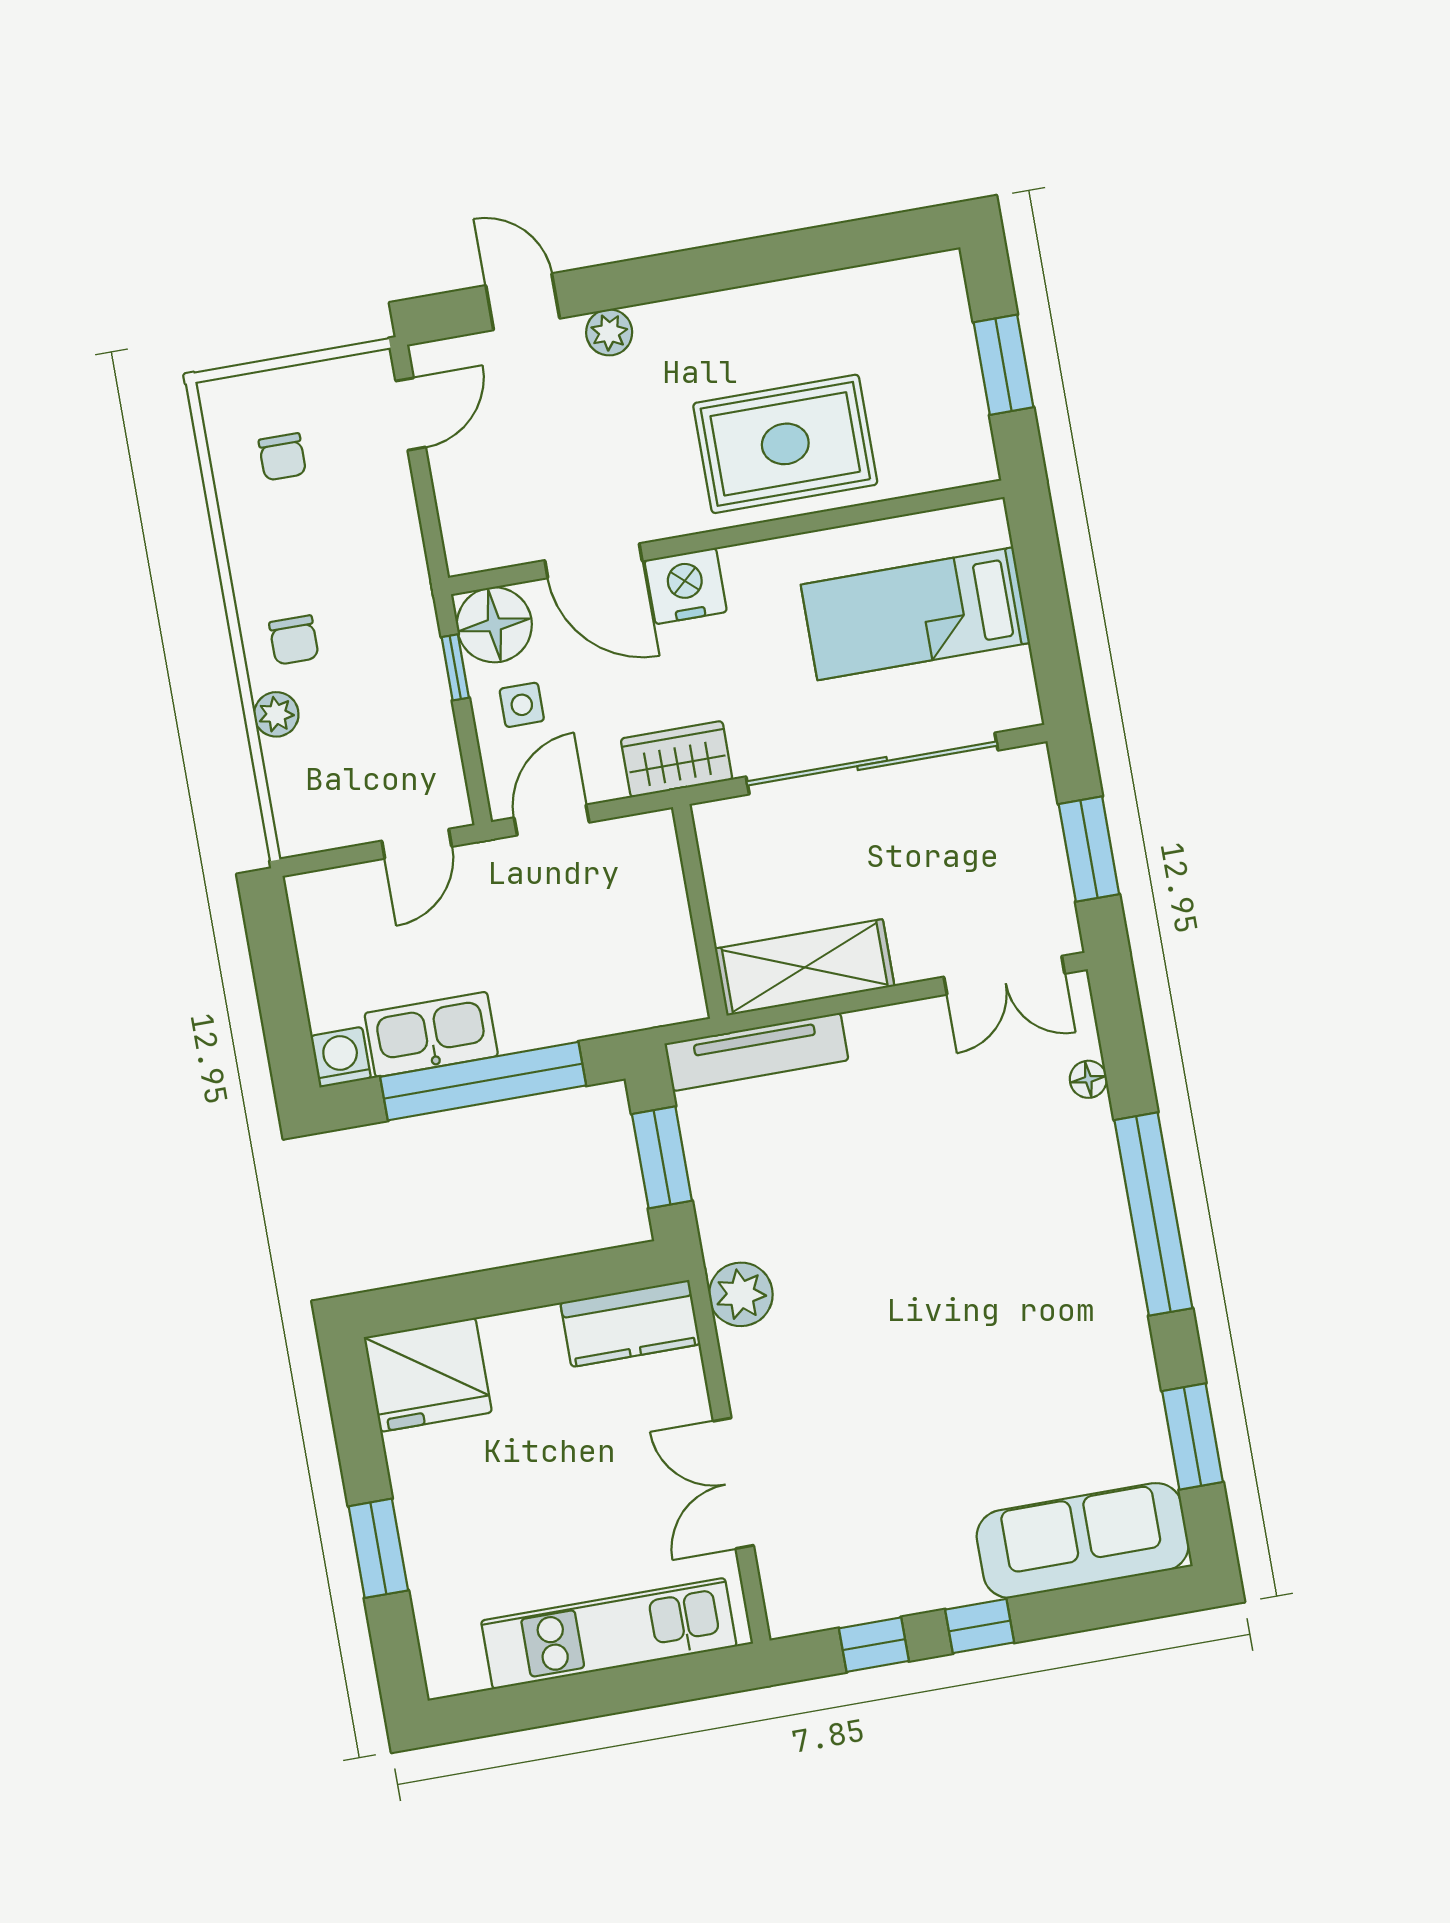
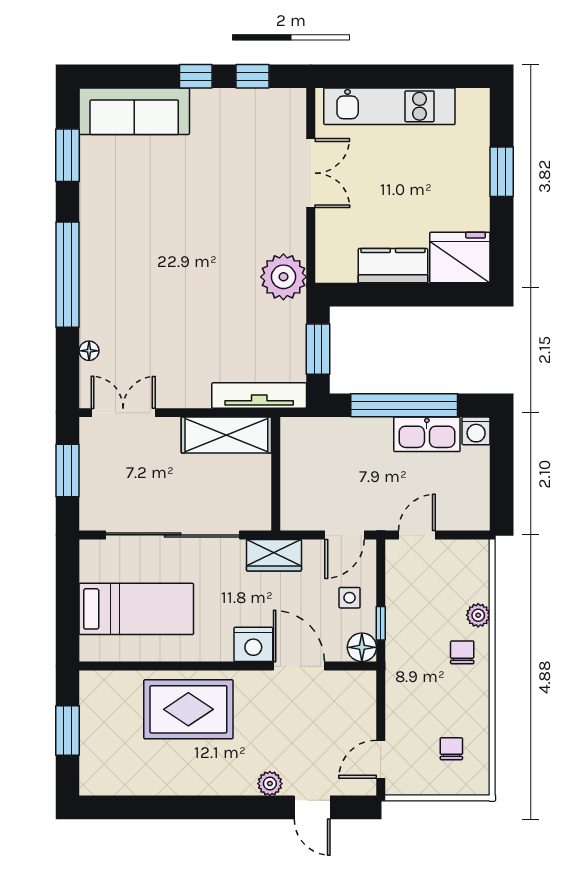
floor lamp: (494, 625) -> (362, 647), width x0.73, depth x0.73
plant: (741, 1294) -> (283, 277), width x1.36, depth x1.36
kitchen counter: (630, 1323) -> (393, 266), moved

